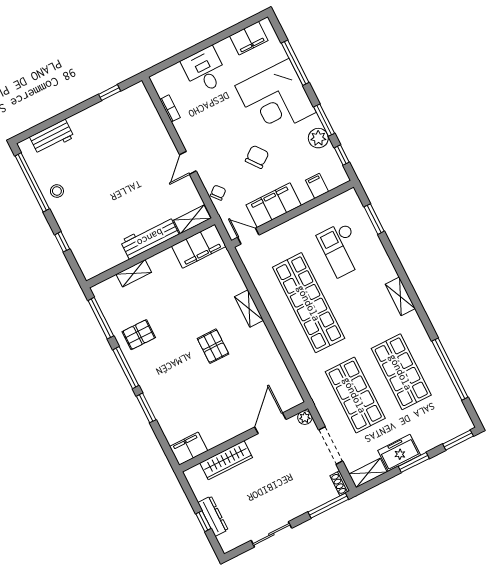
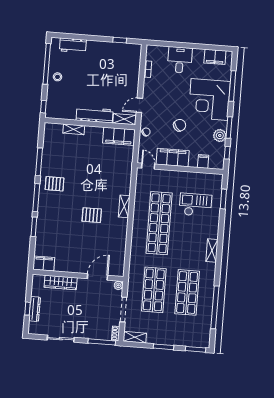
shelving: (192, 219) -> (124, 119), moved
workbench: (150, 238) -> (95, 115), moved
filing cabinet: (199, 246) -> (119, 136), moved
checkout: (342, 249) -> (195, 205), turned 90
wall: (151, 253) -> (90, 124), moved
shelving: (134, 273) -> (74, 129), moved
pallet: (213, 346) -> (92, 215), turned 90
freezer: (399, 453) -> (159, 337), removed

